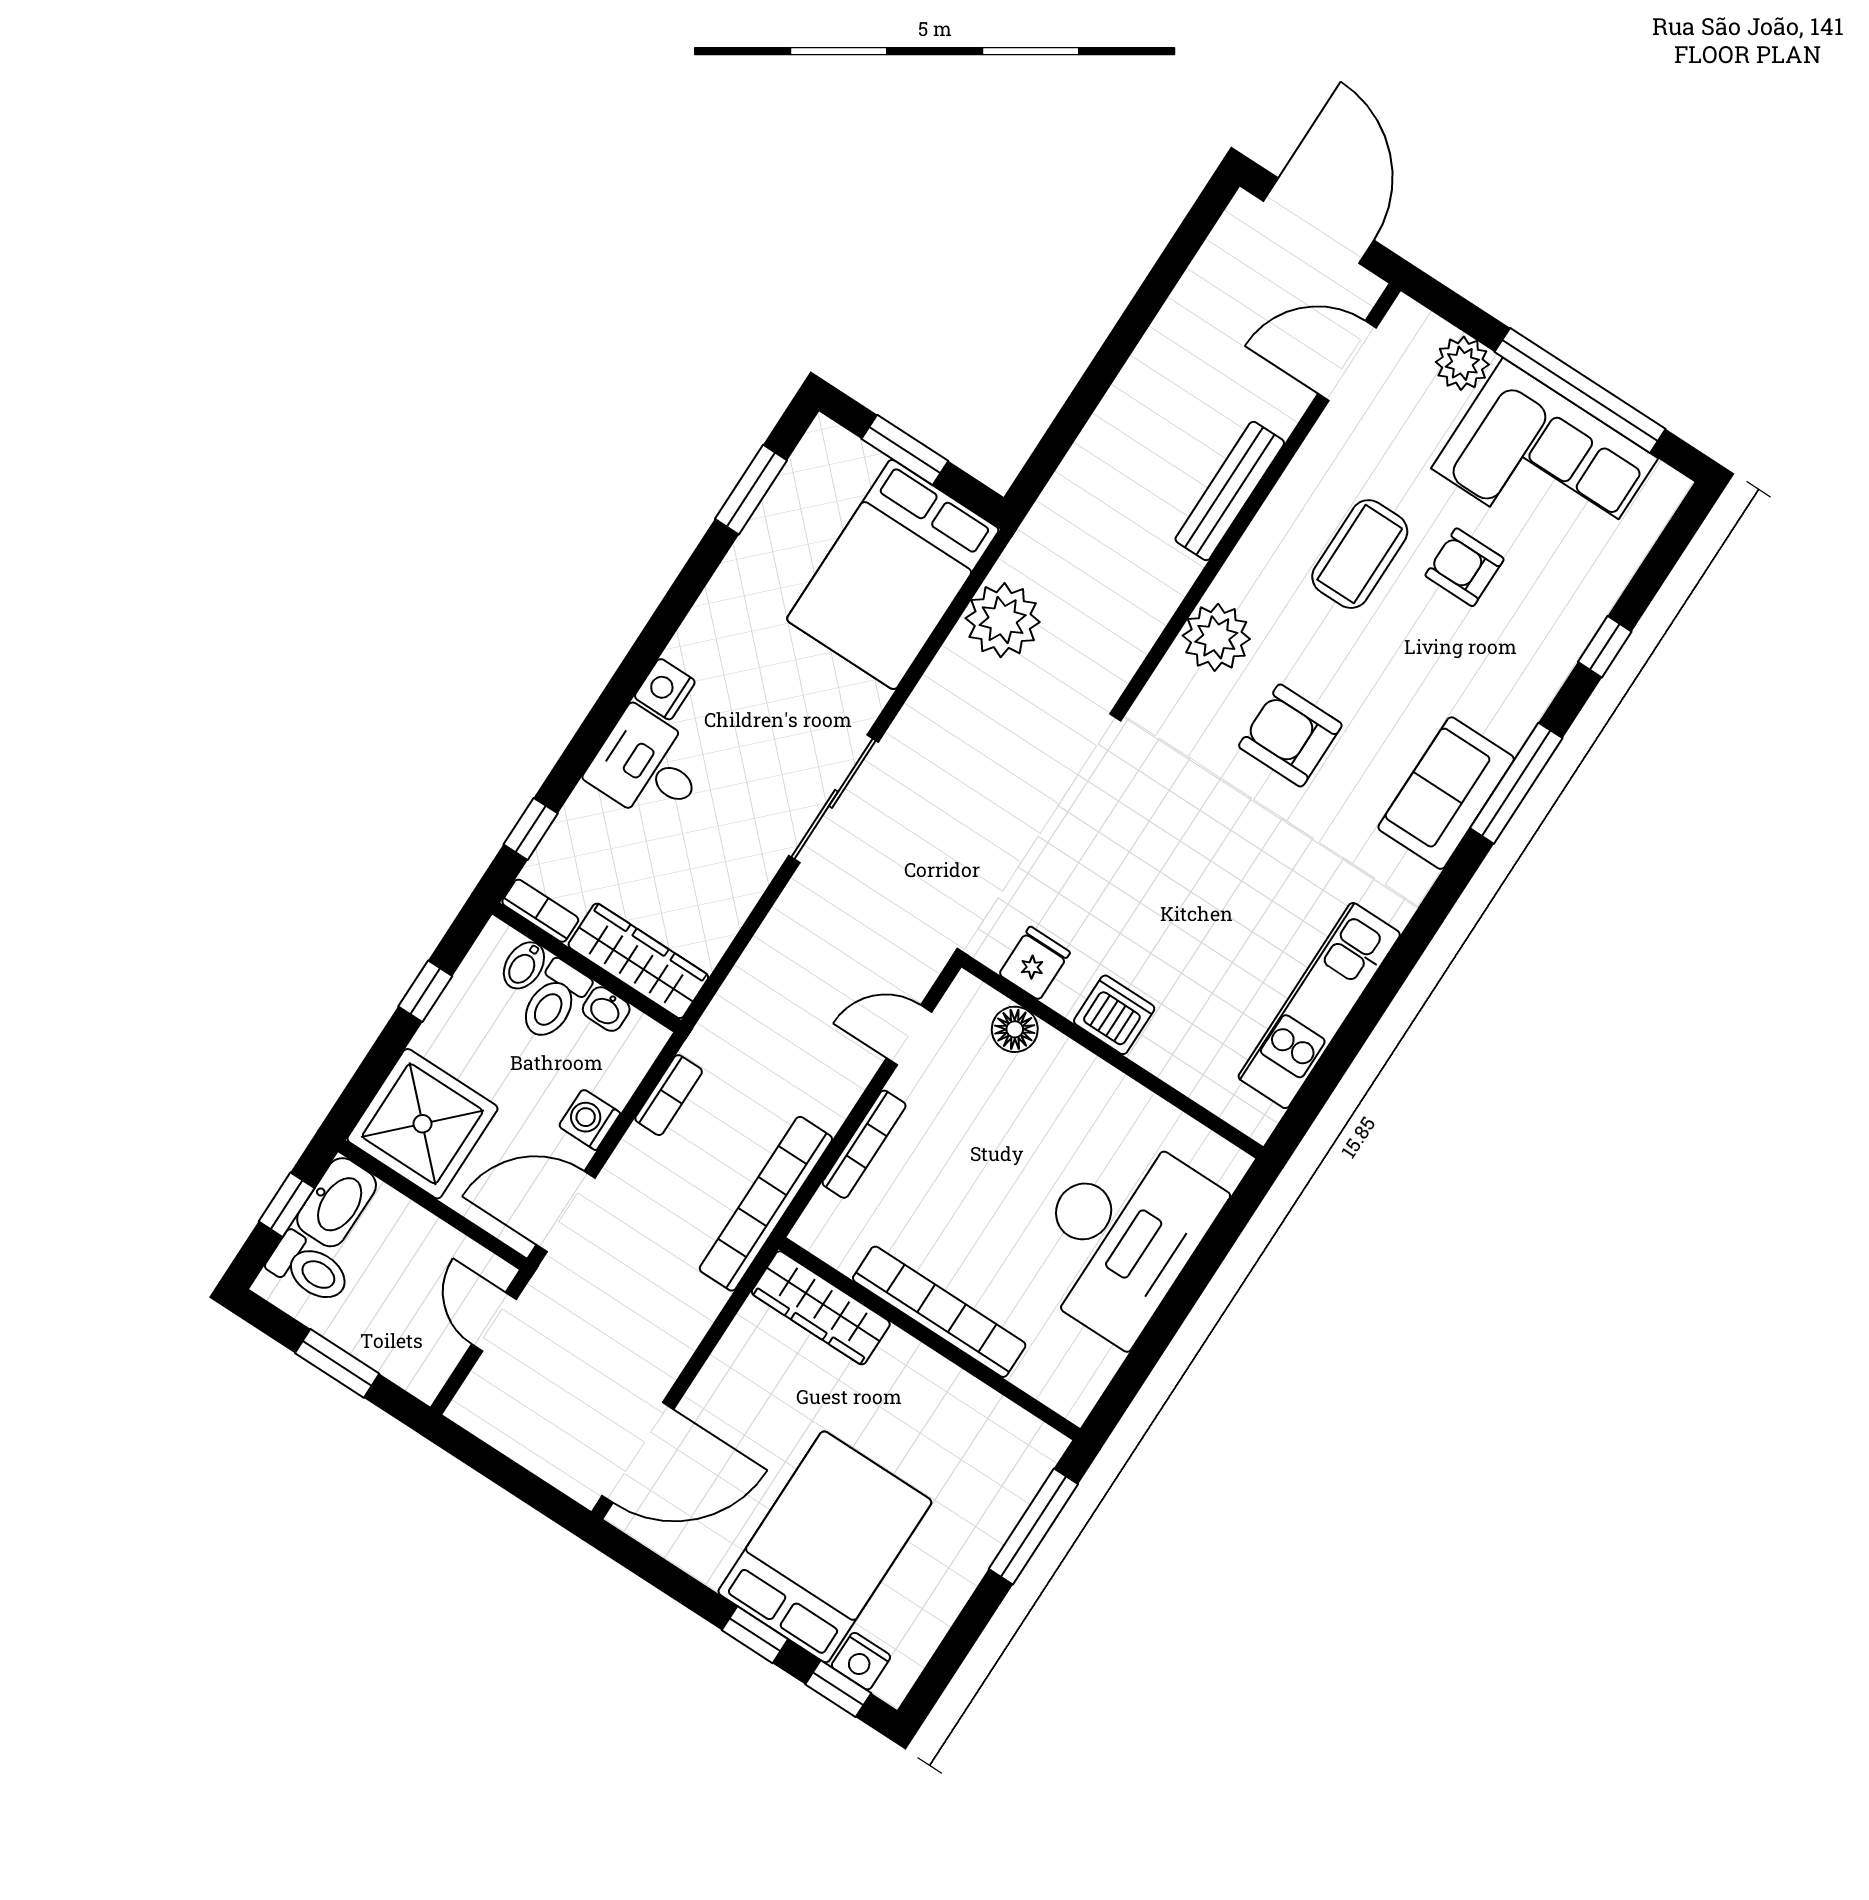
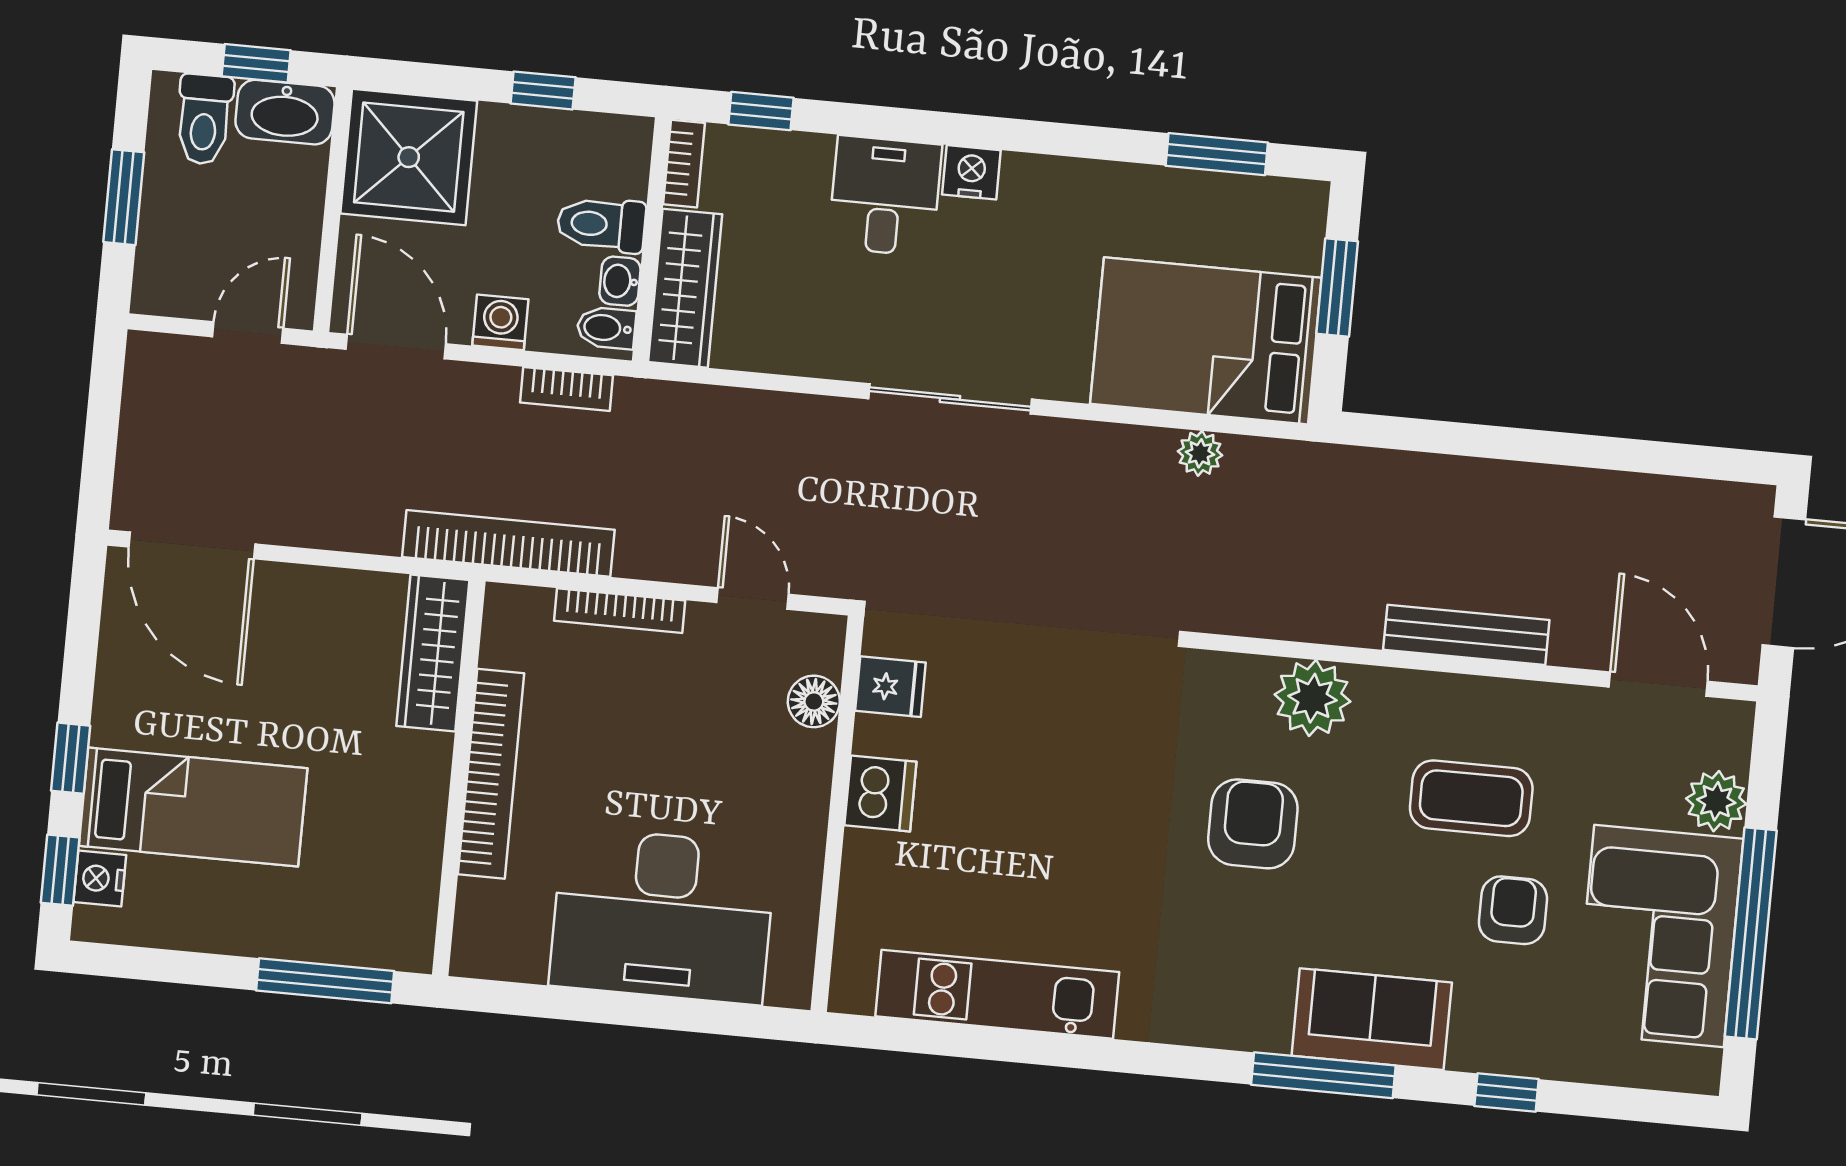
plant: (1003, 620) -> (1200, 453), width x0.53, depth x0.53
sofa: (1446, 793) -> (1372, 1019), moved
bidet: (524, 965) -> (606, 328), moved
bed: (825, 1547) -> (193, 807), width x0.67

